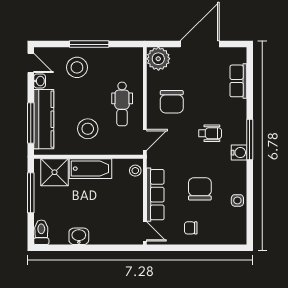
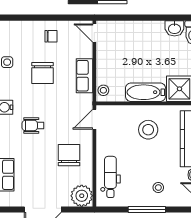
stool: (77, 67) -> (158, 188), width x0.53, depth x0.53
dental chair: (122, 104) -> (110, 177), moved
row of seats: (155, 195) -> (84, 76), width x0.68
washbasin: (79, 236) -> (174, 28), moved

